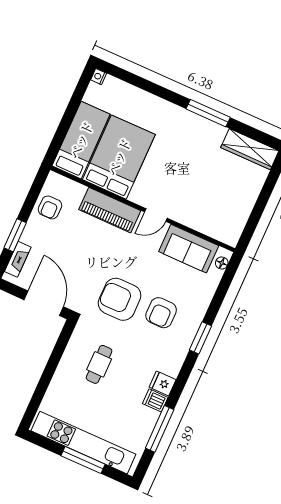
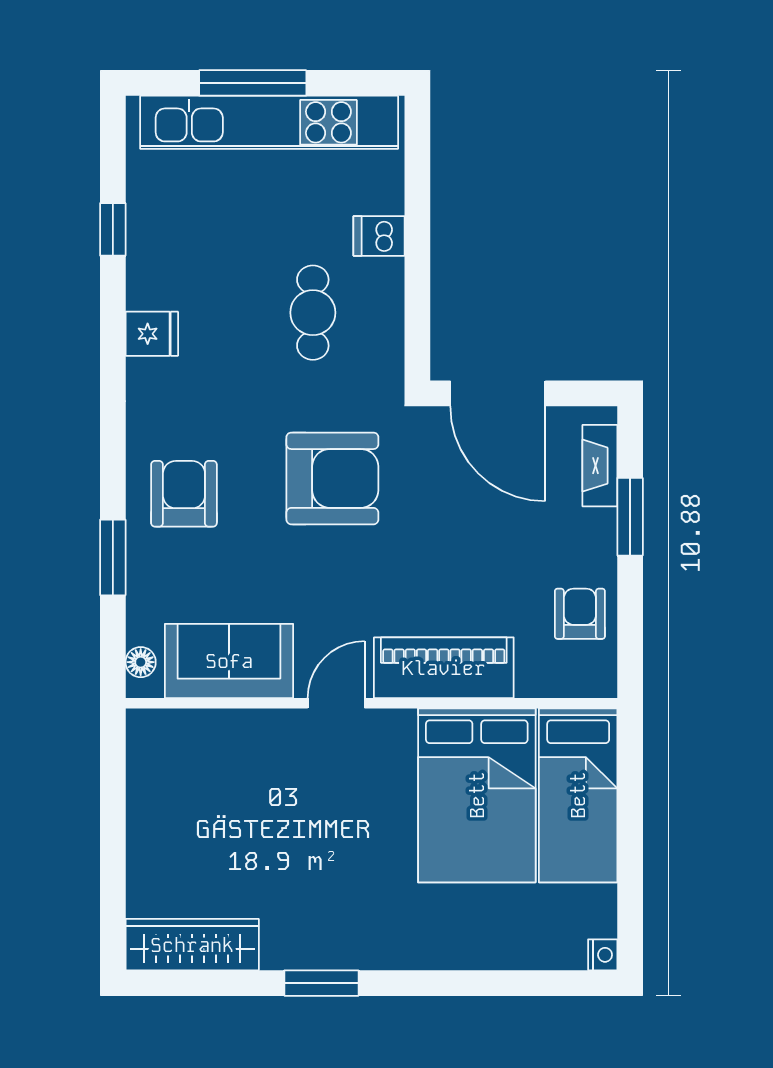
window: (208, 113) -> (321, 983), width x0.69
armchair: (161, 313) -> (184, 494), moved
window: (201, 338) -> (113, 557), moved
dishwasher: (155, 400) -> (379, 236), moved, turned 180
window: (160, 429) -> (113, 229), width x0.46

